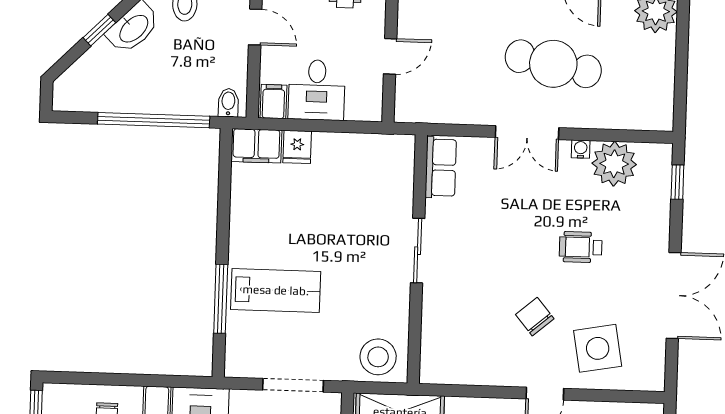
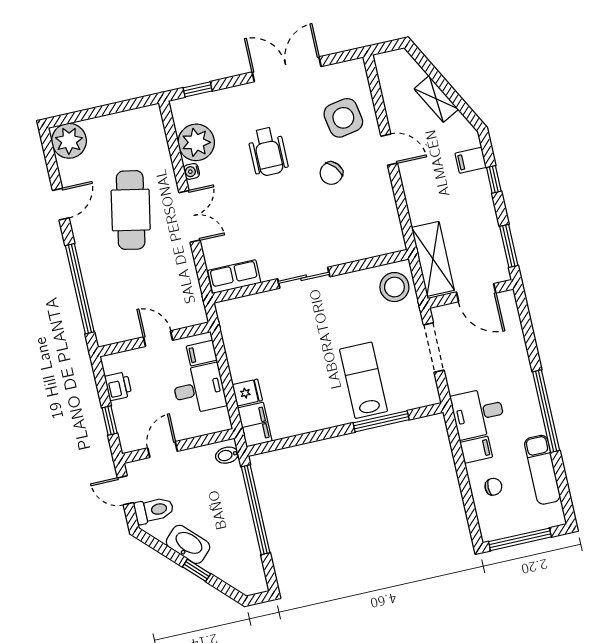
filing cabinet: (273, 102) -> (202, 353), moved
wheelchair: (581, 247) -> (268, 152), width x1.36, depth x1.37

